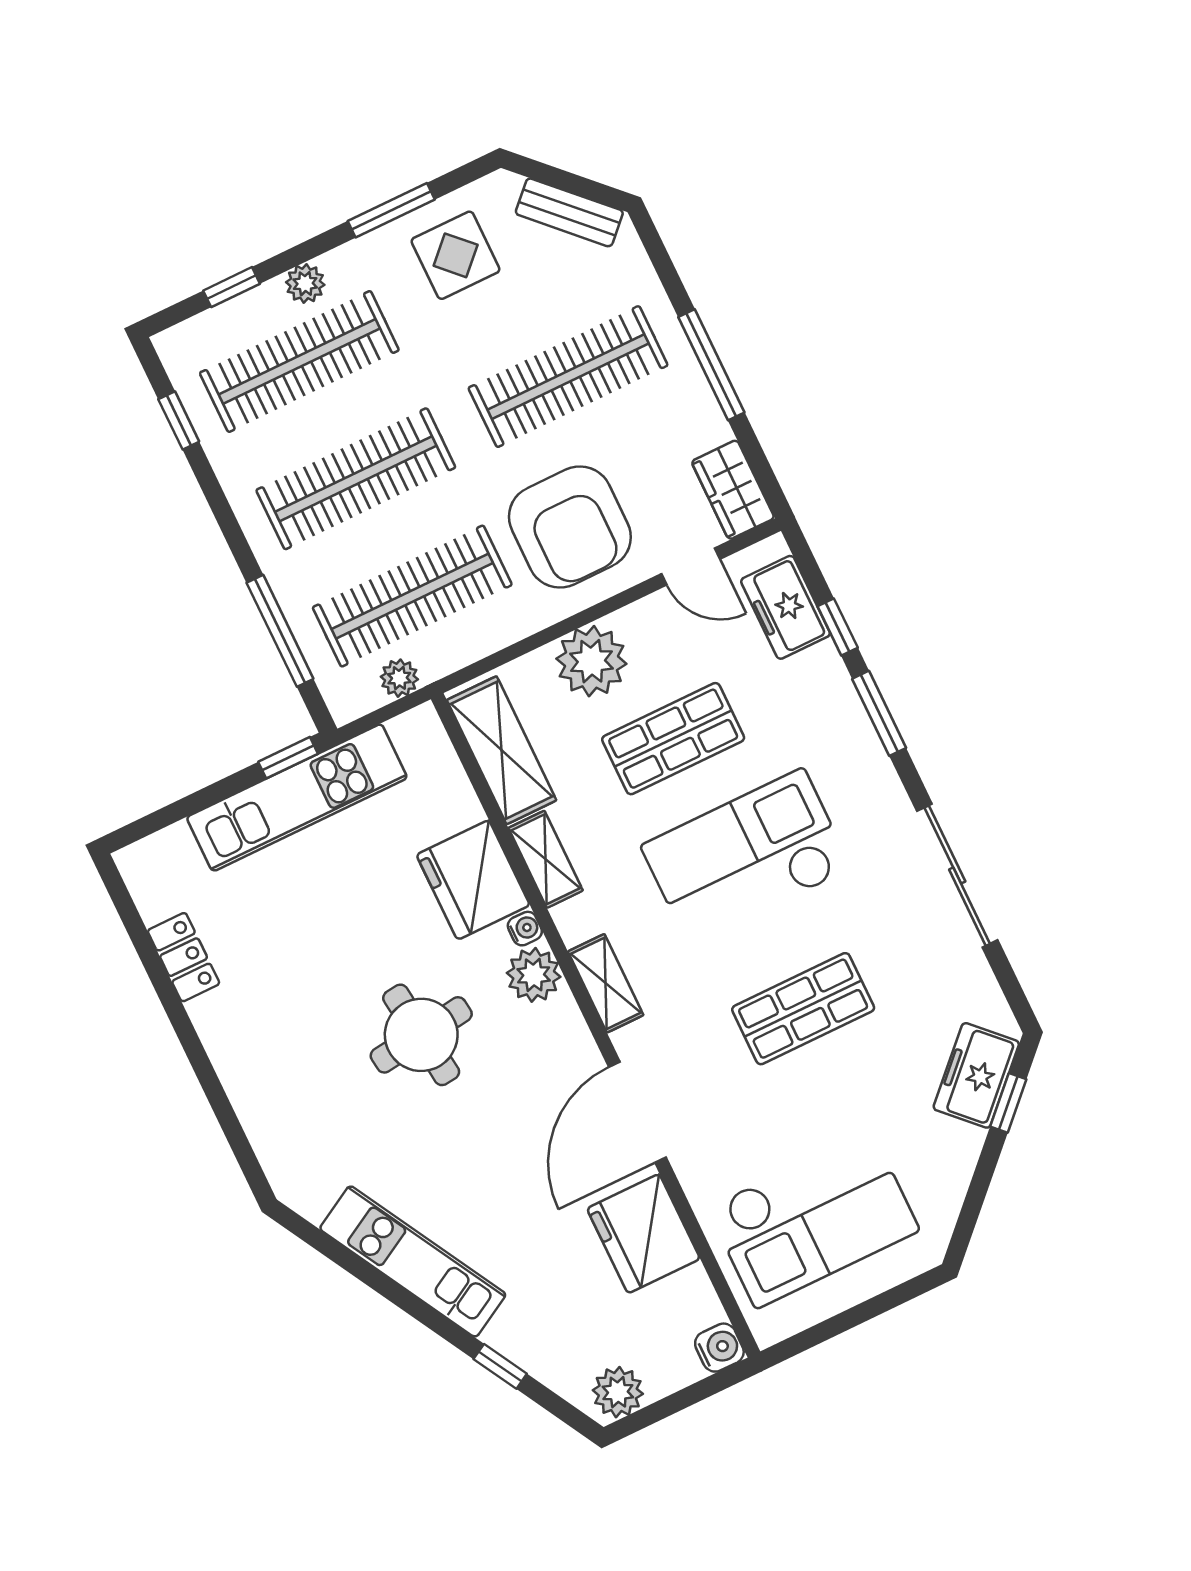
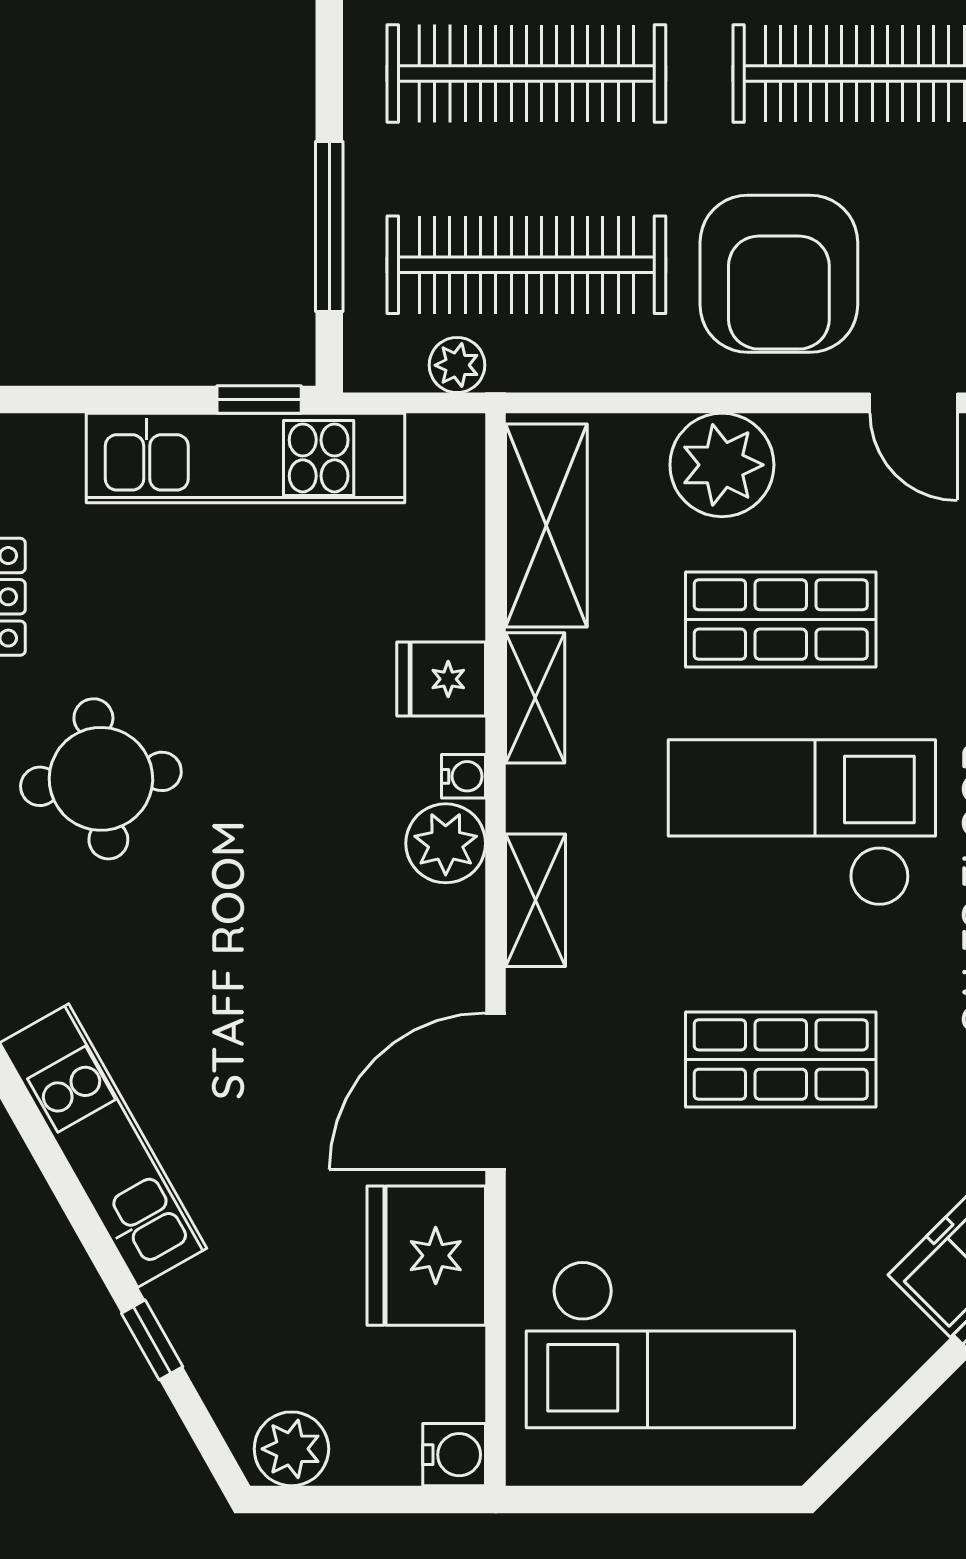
fridge: (473, 880) -> (441, 679), width x0.53, depth x0.75
round table: (421, 1035) -> (101, 779), moved

